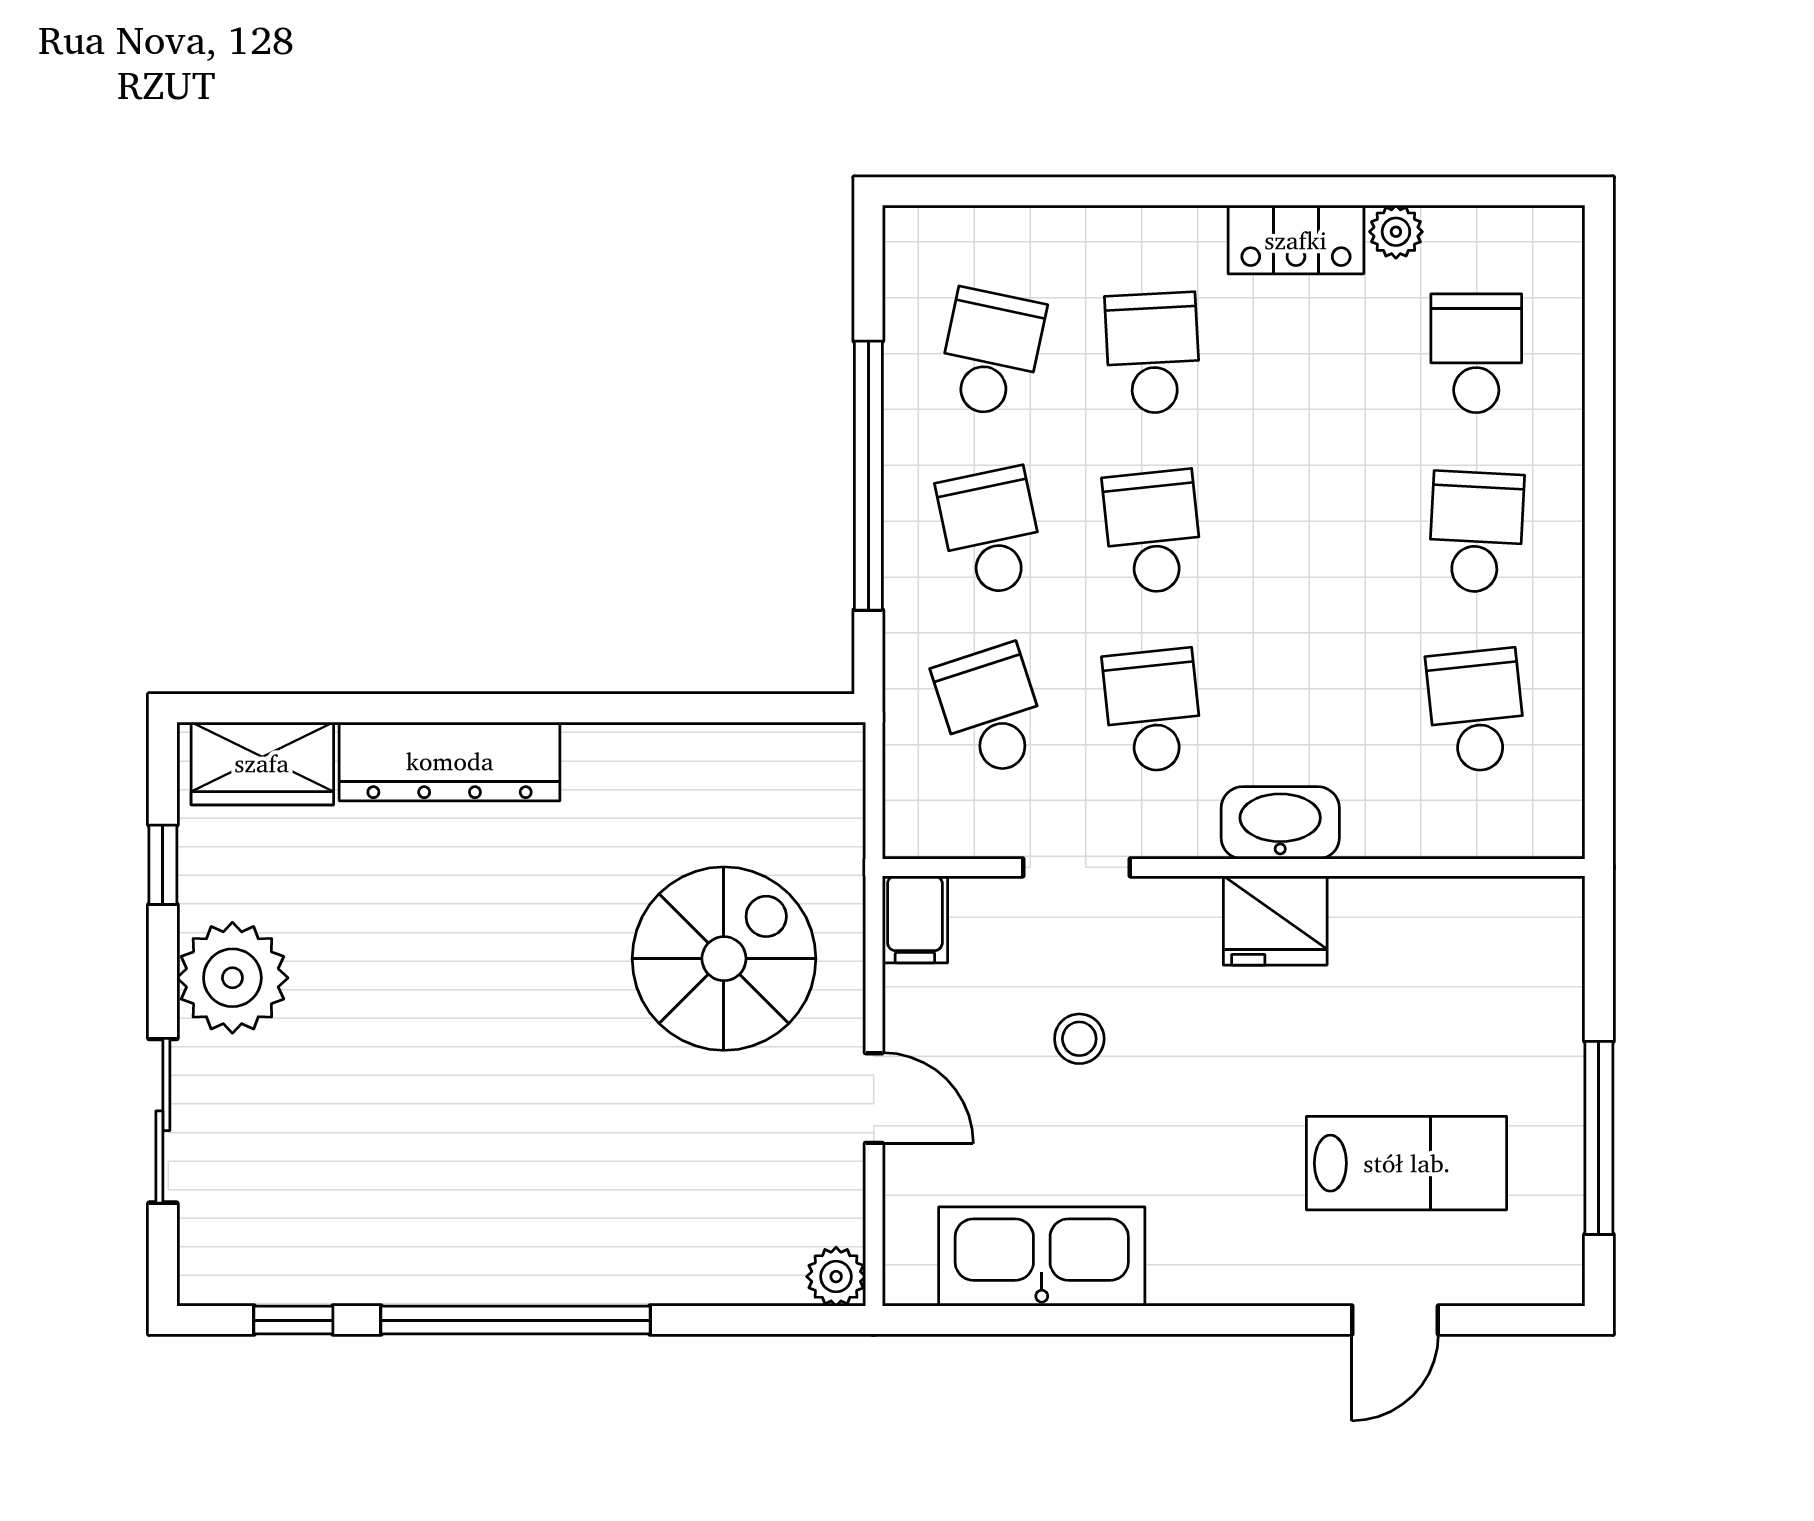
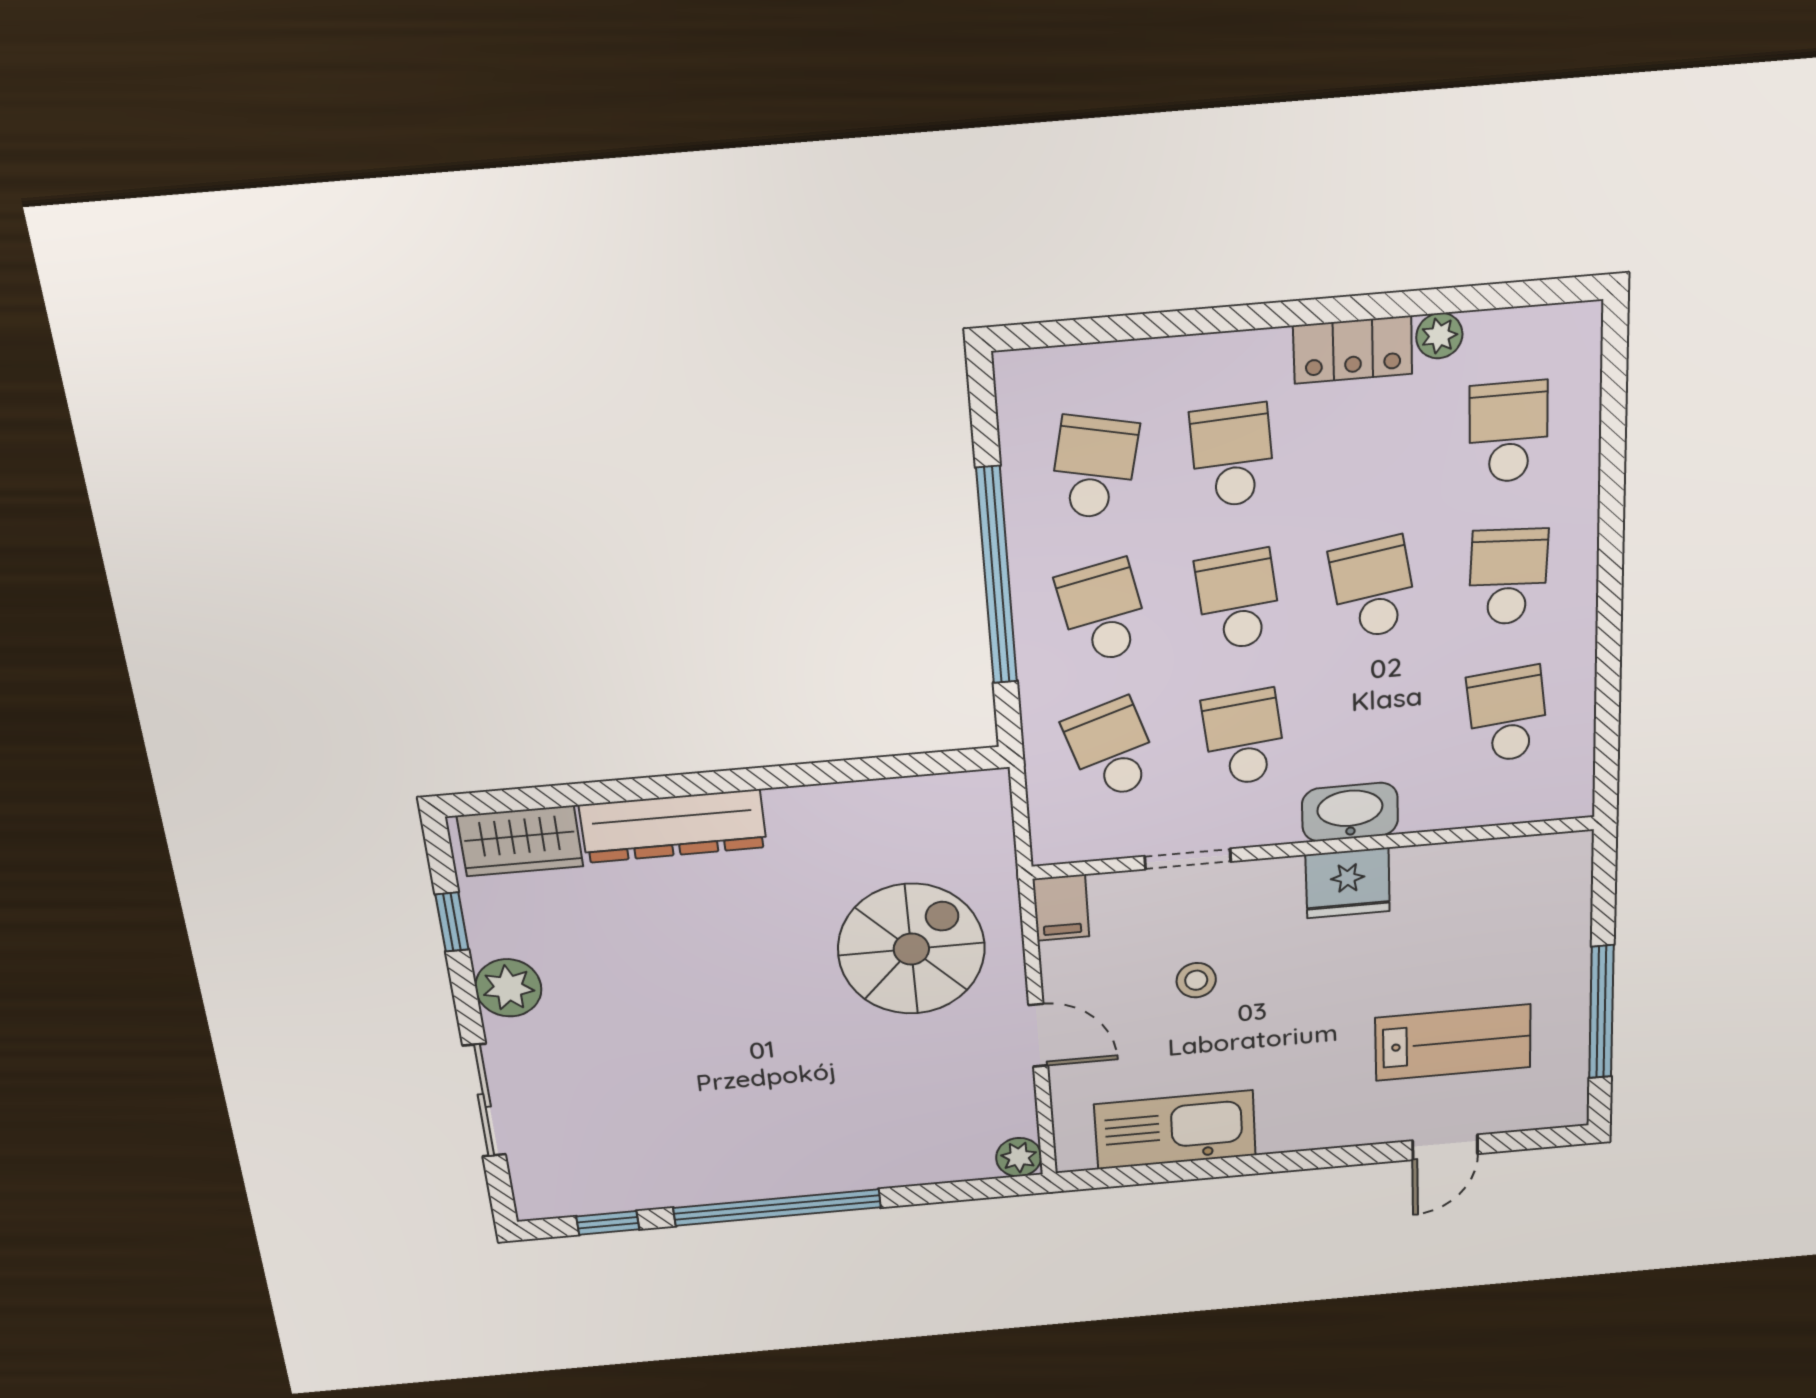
school desk: (1314, 532) -> (1373, 588), added
plant: (232, 978) -> (508, 988), width x0.73, depth x0.73

